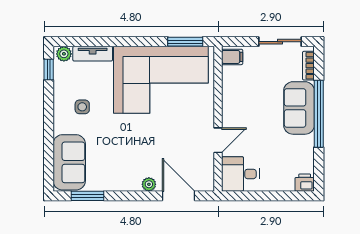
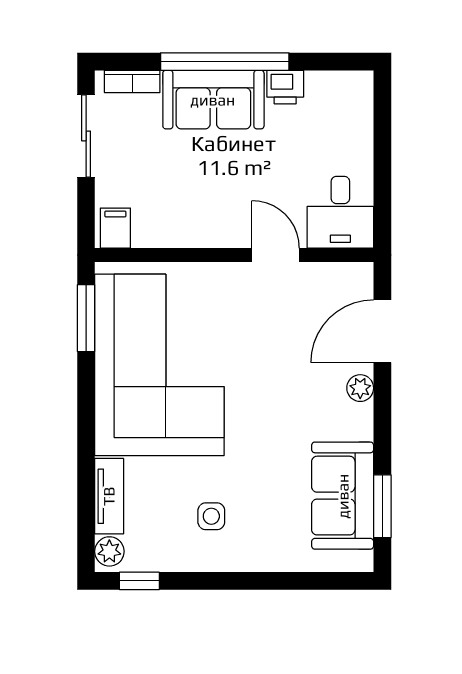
sofa: (69, 162) -> (343, 496), moved, turned -90
printer: (305, 183) -> (285, 87), moved, turned -90

